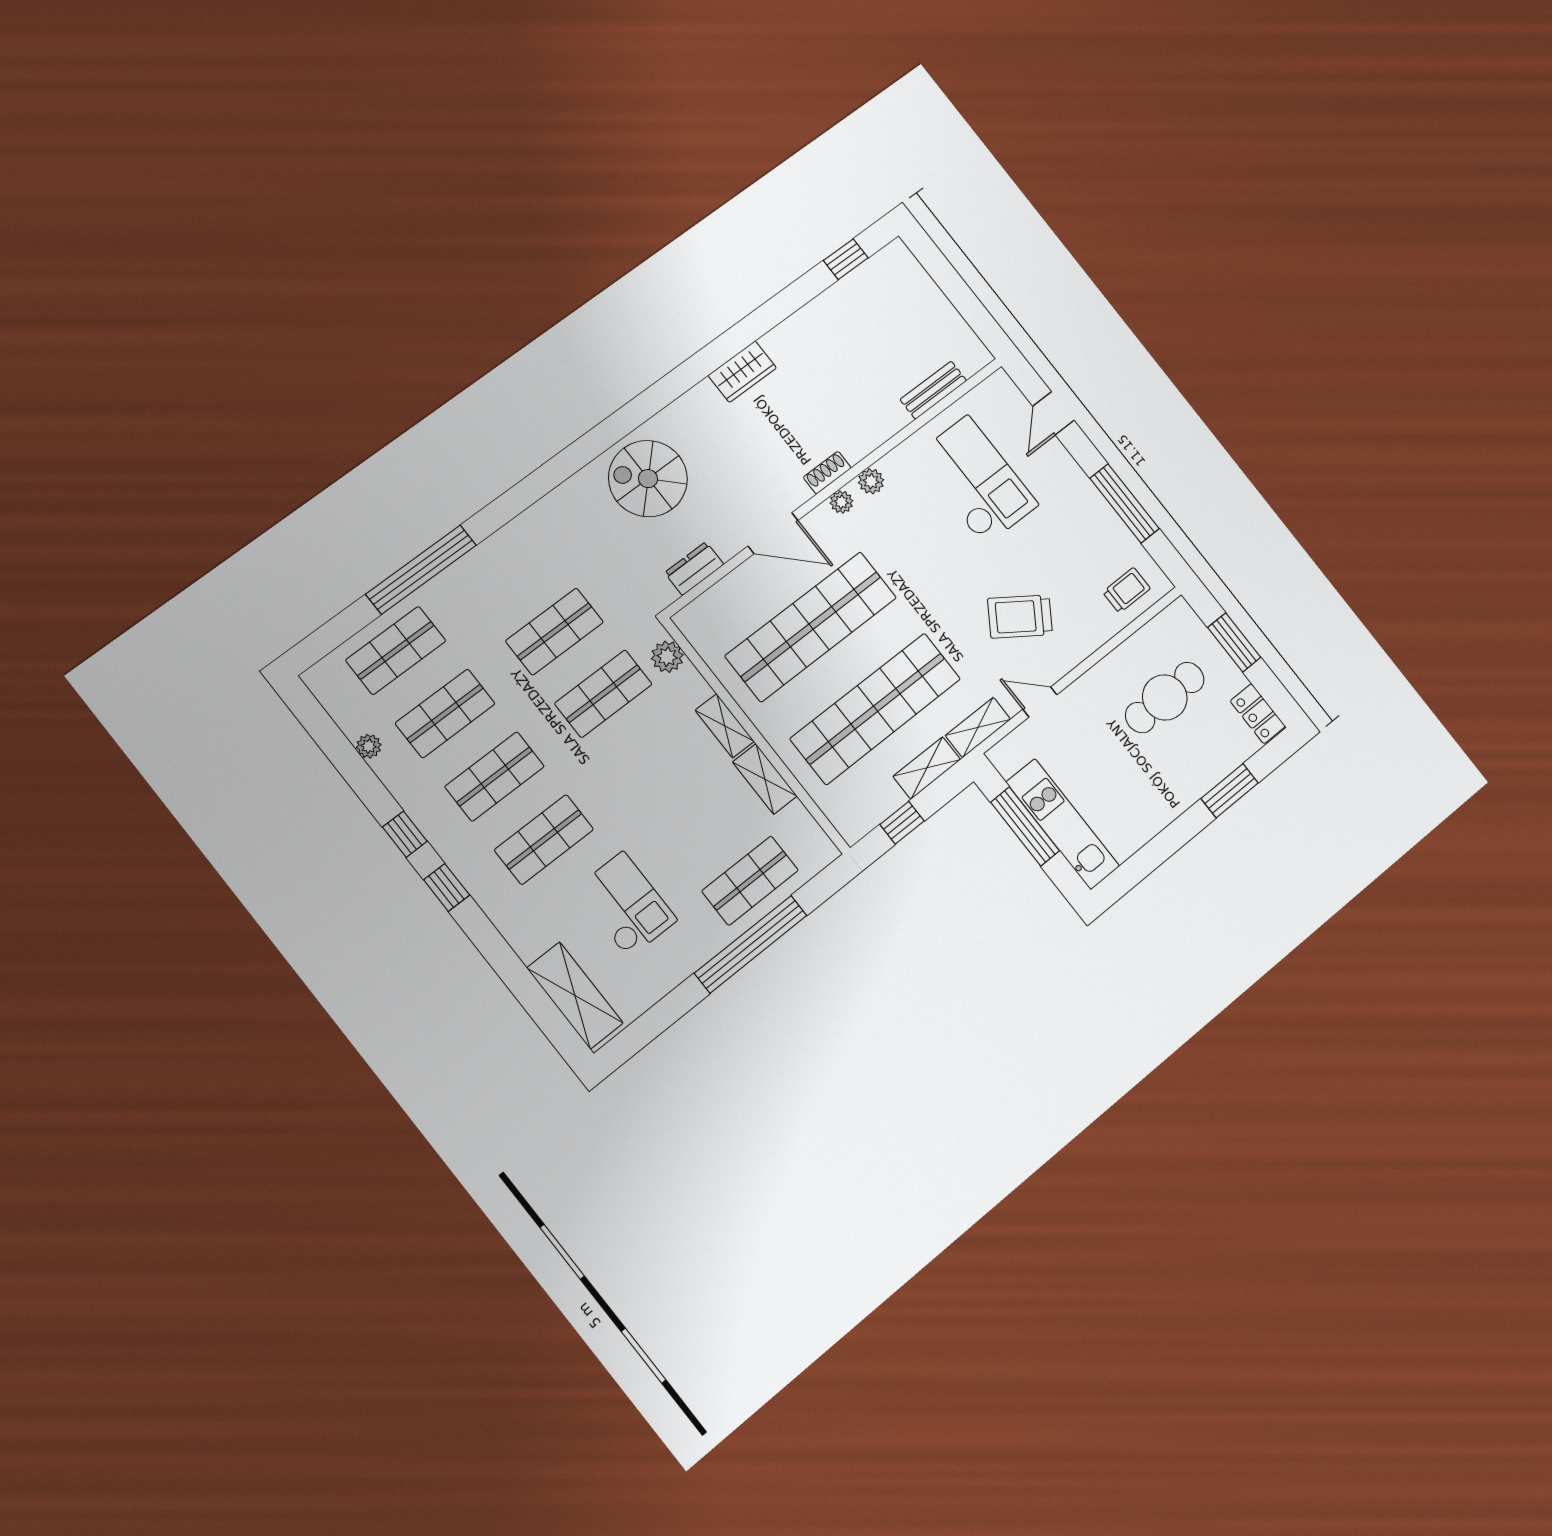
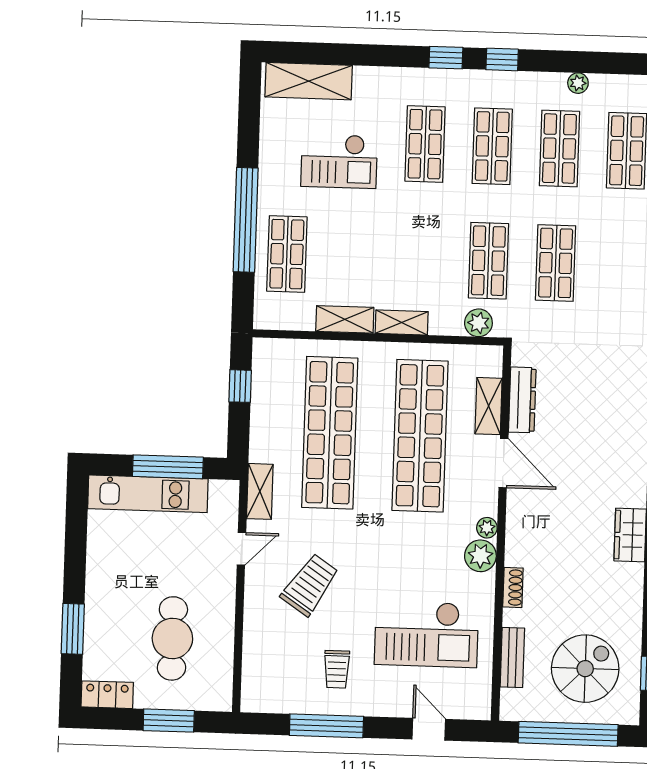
window: (957, 291) -> (568, 734), added
shoe rack: (827, 473) -> (513, 587), moved
spiral stairs: (648, 479) -> (585, 669), moved
plant: (871, 481) -> (480, 556), width x1.38, depth x1.38
door: (773, 533) -> (503, 463), swing flipped
dresser: (694, 568) -> (522, 400), width x1.44
trolley: (1126, 590) -> (337, 669), moved
shelving: (927, 768) -> (489, 406), moved

